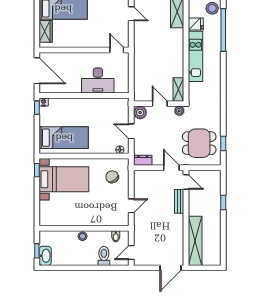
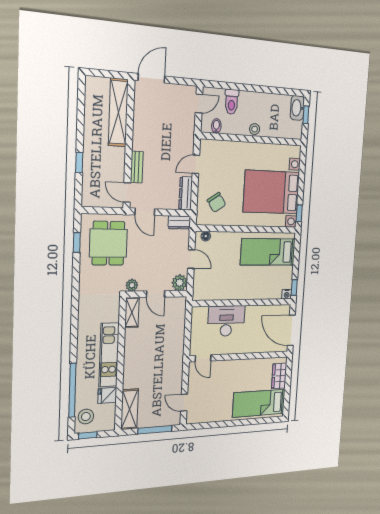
dining table: (199, 143) -> (108, 243), turned 90
bed with nightstands: (64, 179) -> (271, 192), width x1.36
dresser: (139, 183) -> (186, 193), added

